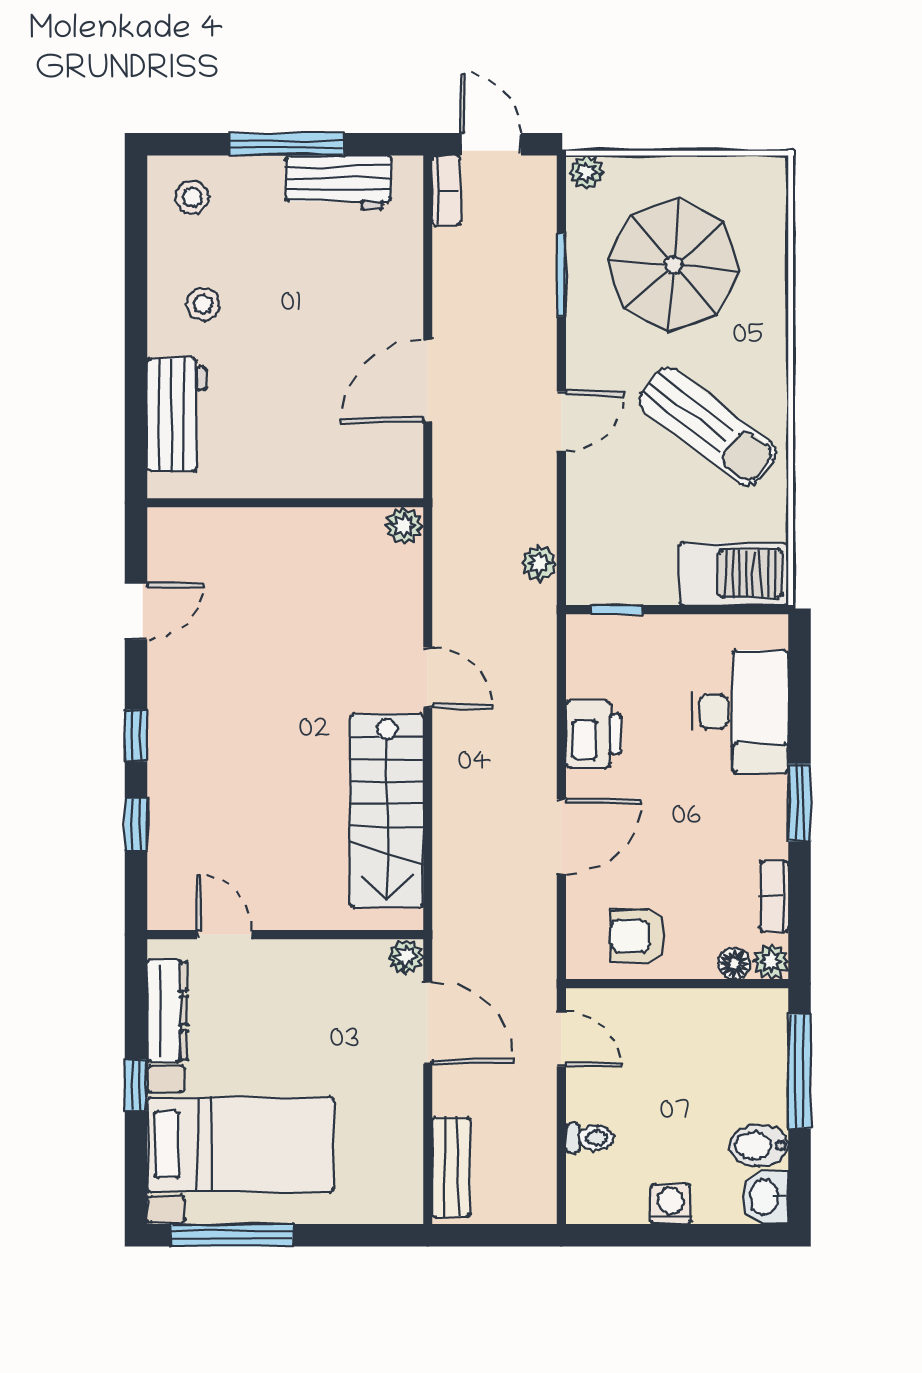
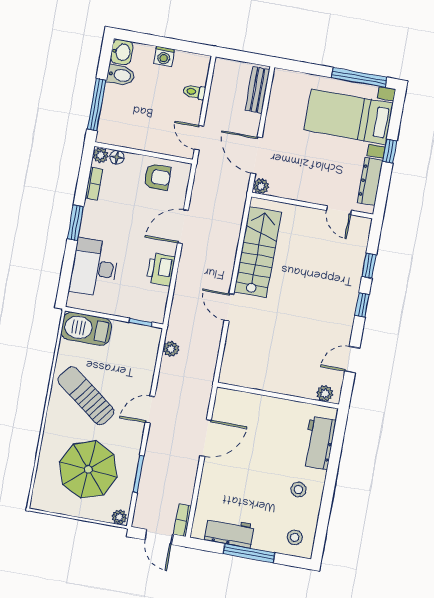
plant: (404, 526) -> (325, 393), moved

